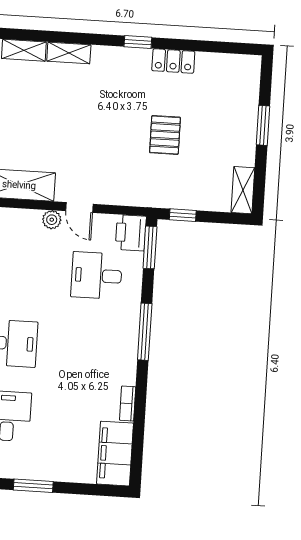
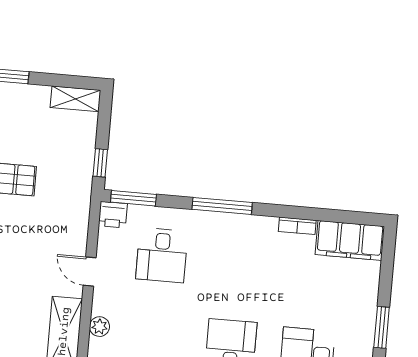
door: (79, 207) -> (90, 272), swing flipped
plant: (52, 220) -> (99, 327), moved
printer: (131, 233) -> (113, 215), width x0.73, depth x0.81

